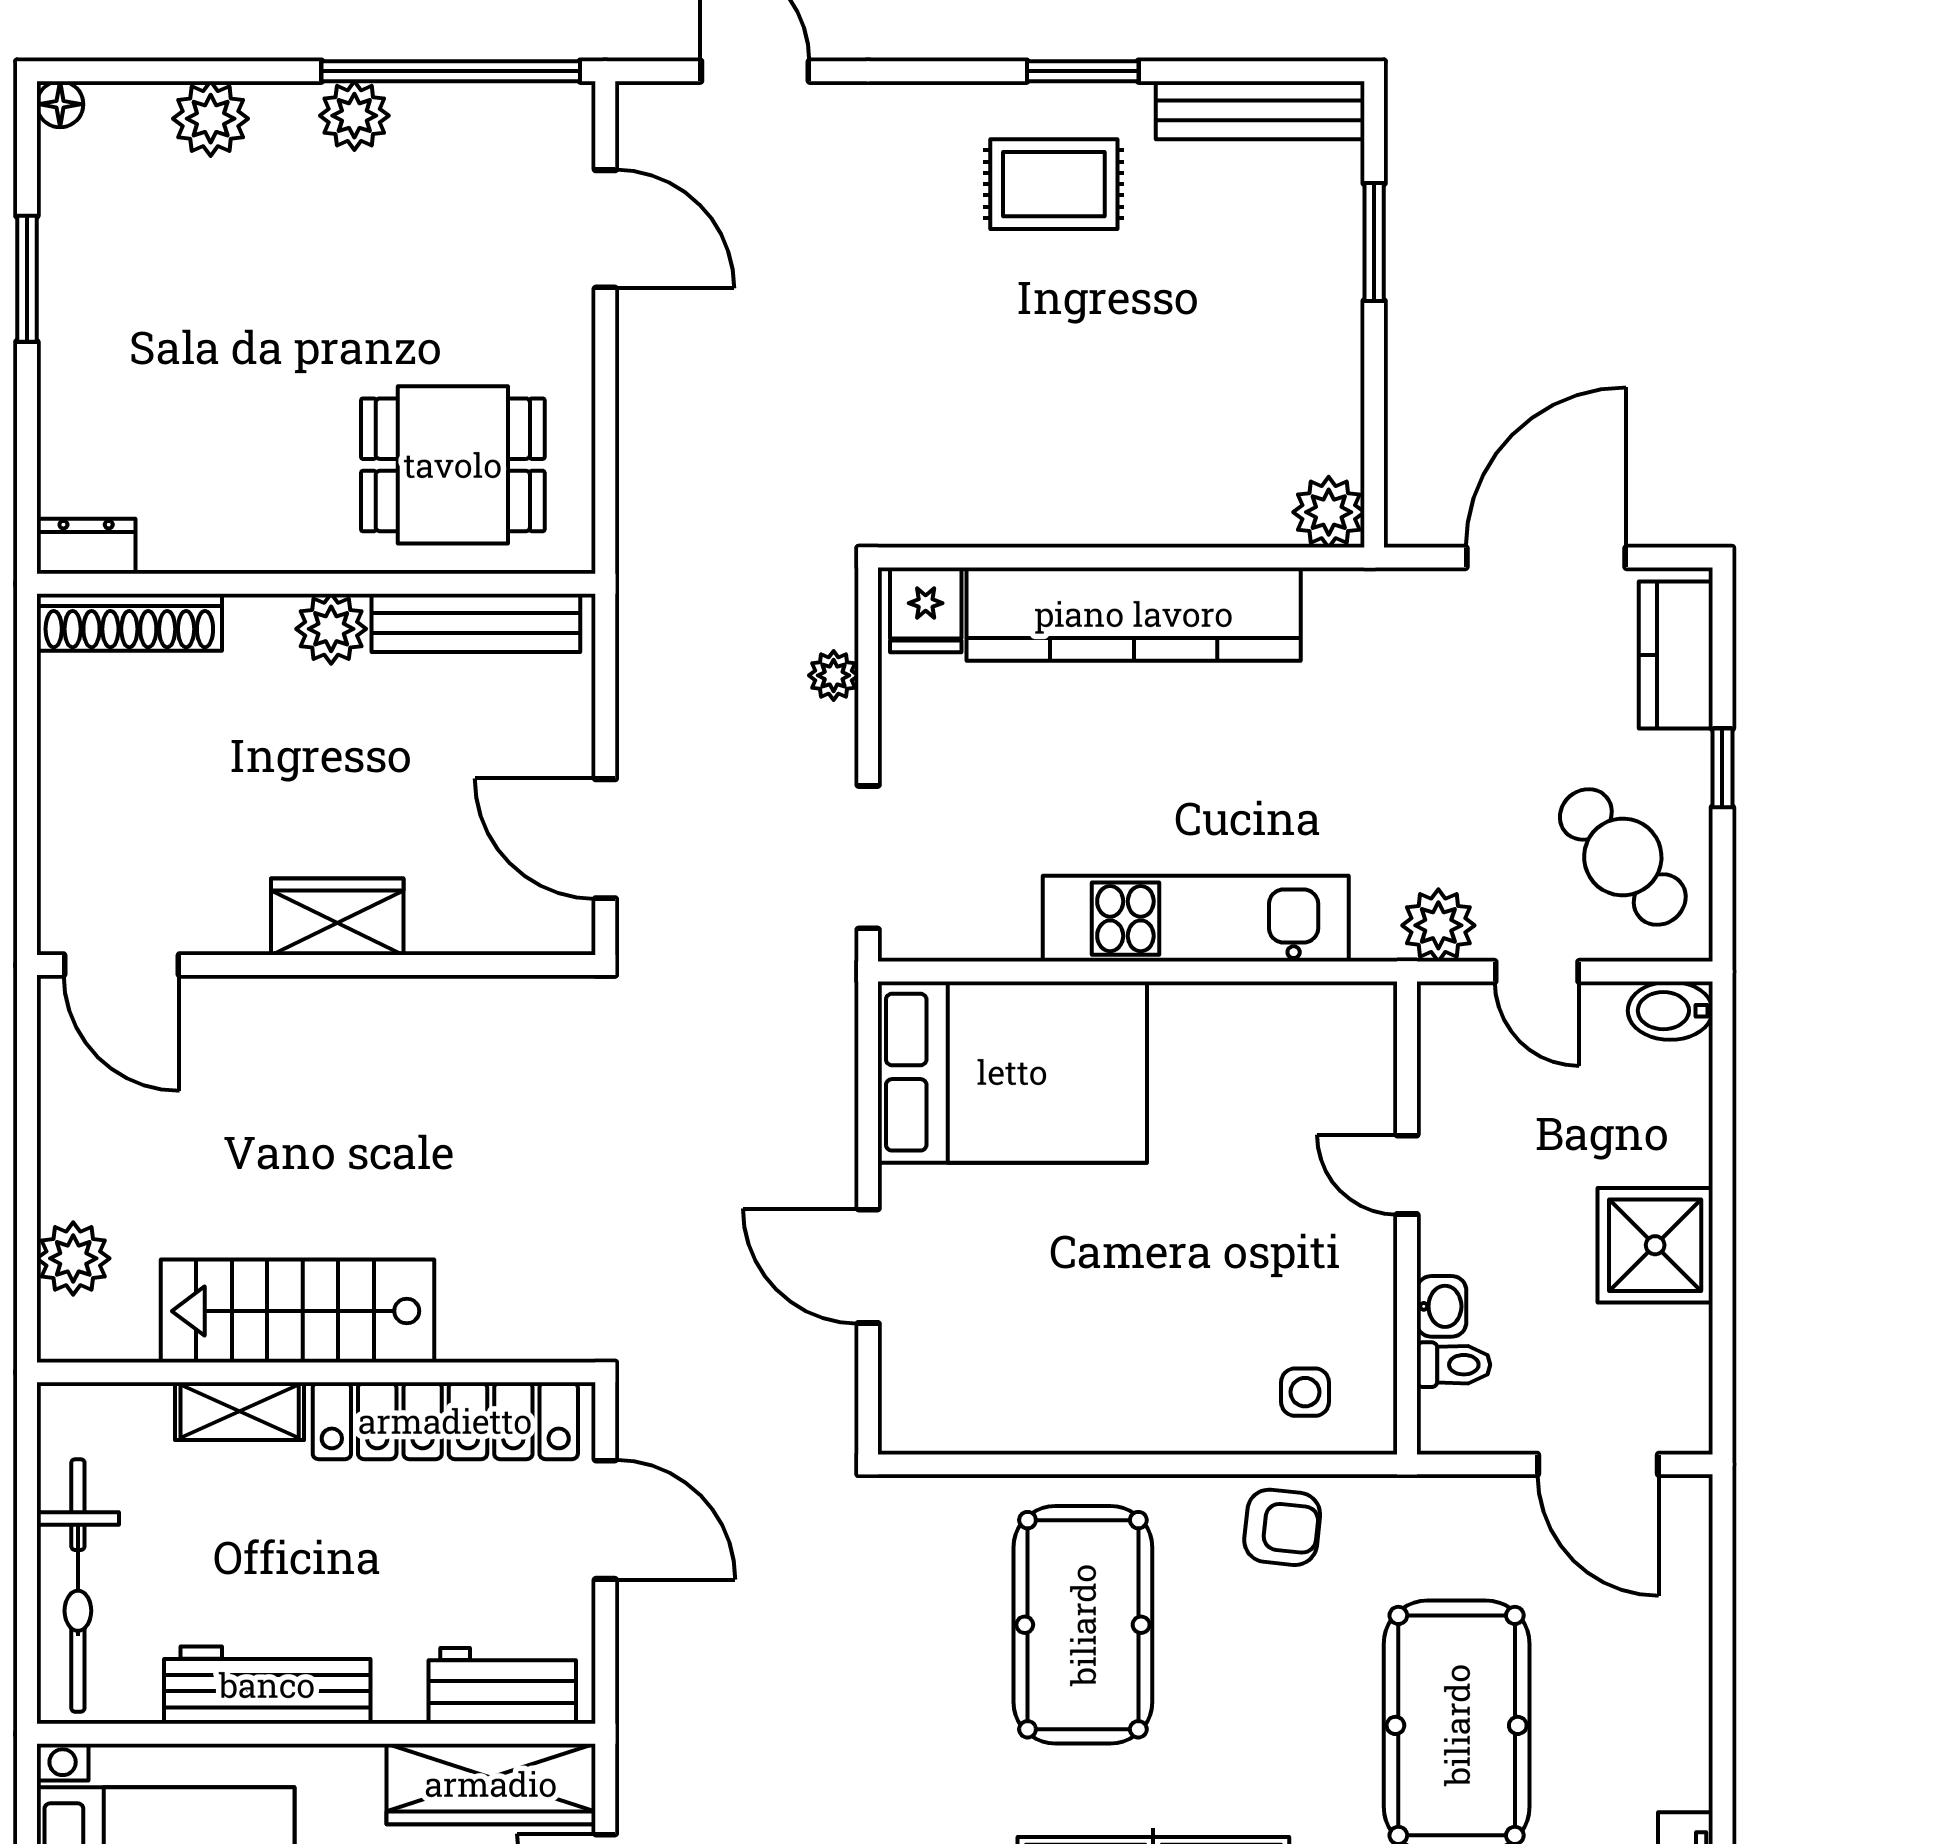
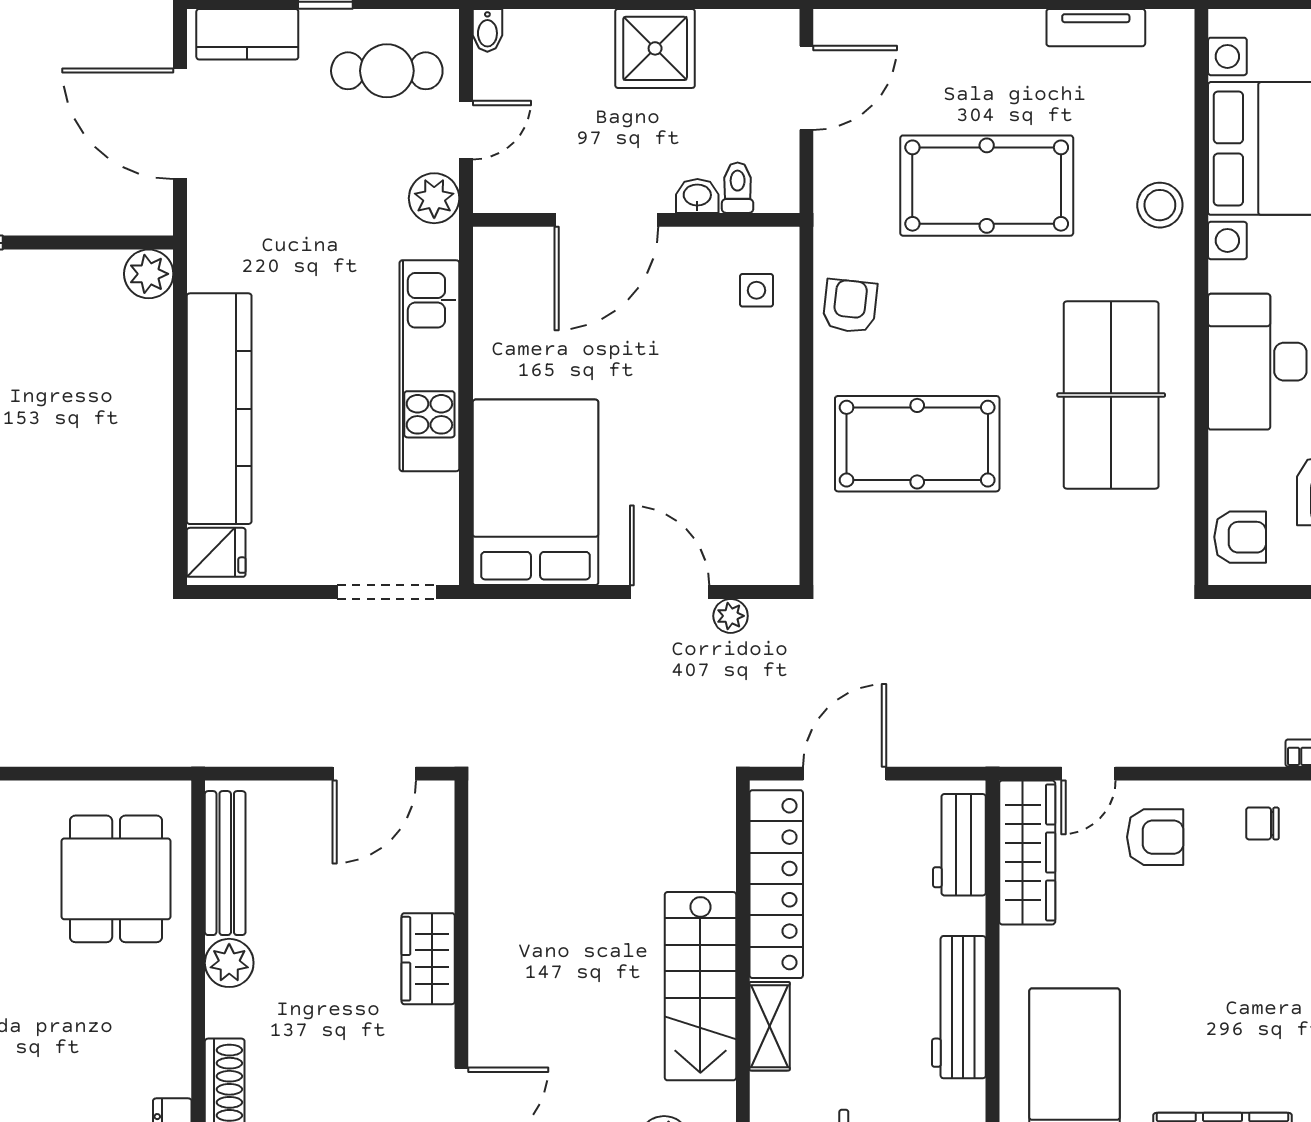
plant: (834, 675) -> (731, 616), moved
cafe table: (1623, 857) -> (387, 71), turned 41
bidet: (1670, 1011) -> (487, 30), width x0.72, depth x0.74
door: (1407, 1175) -> (606, 220), width x1.88
door: (868, 1266) -> (670, 592), swing flipped

